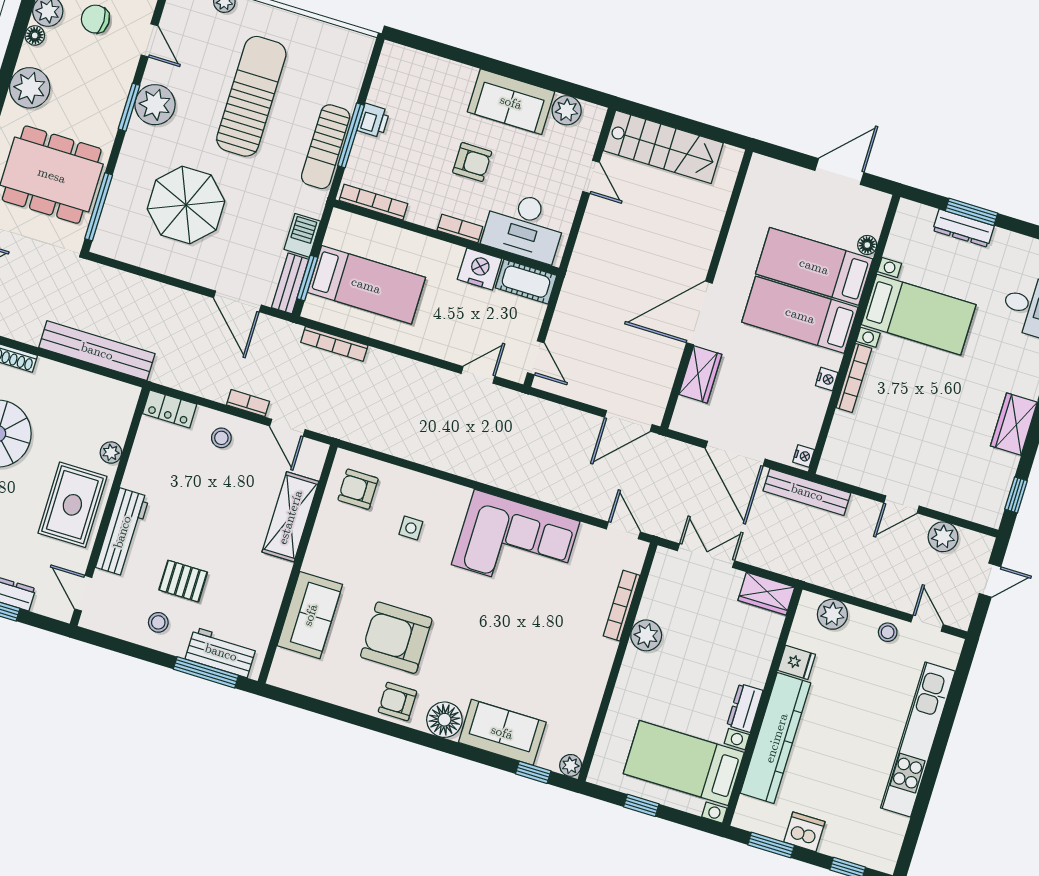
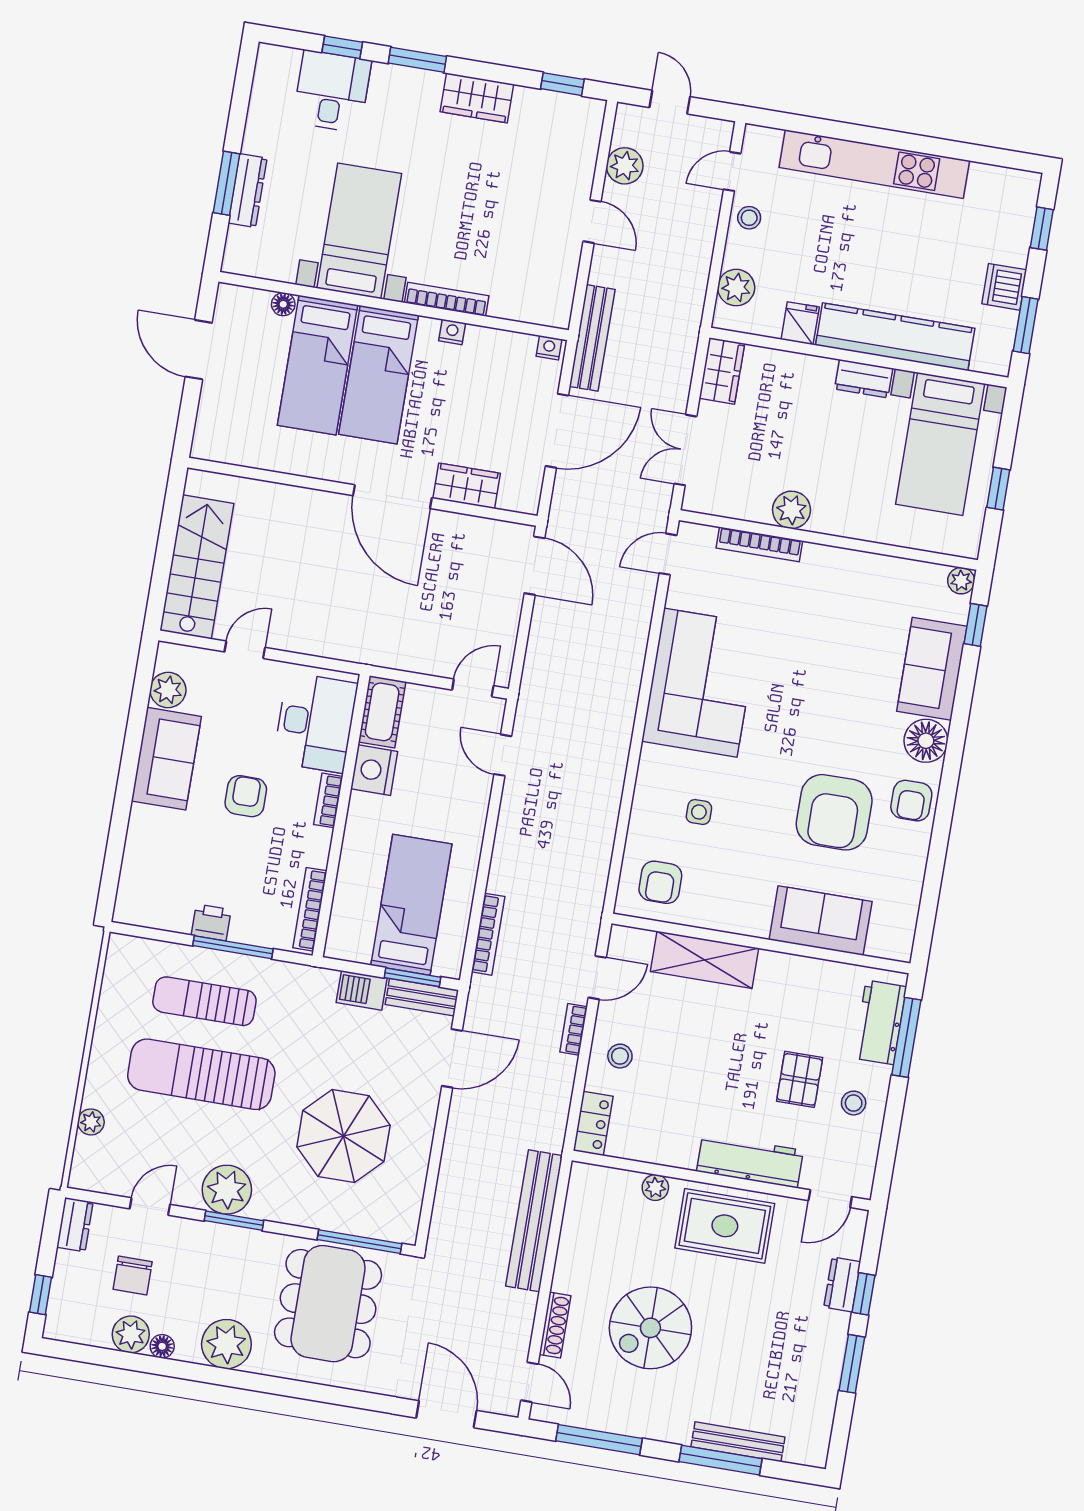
sun lounger: (326, 147) -> (204, 1001), moved, turned 180

